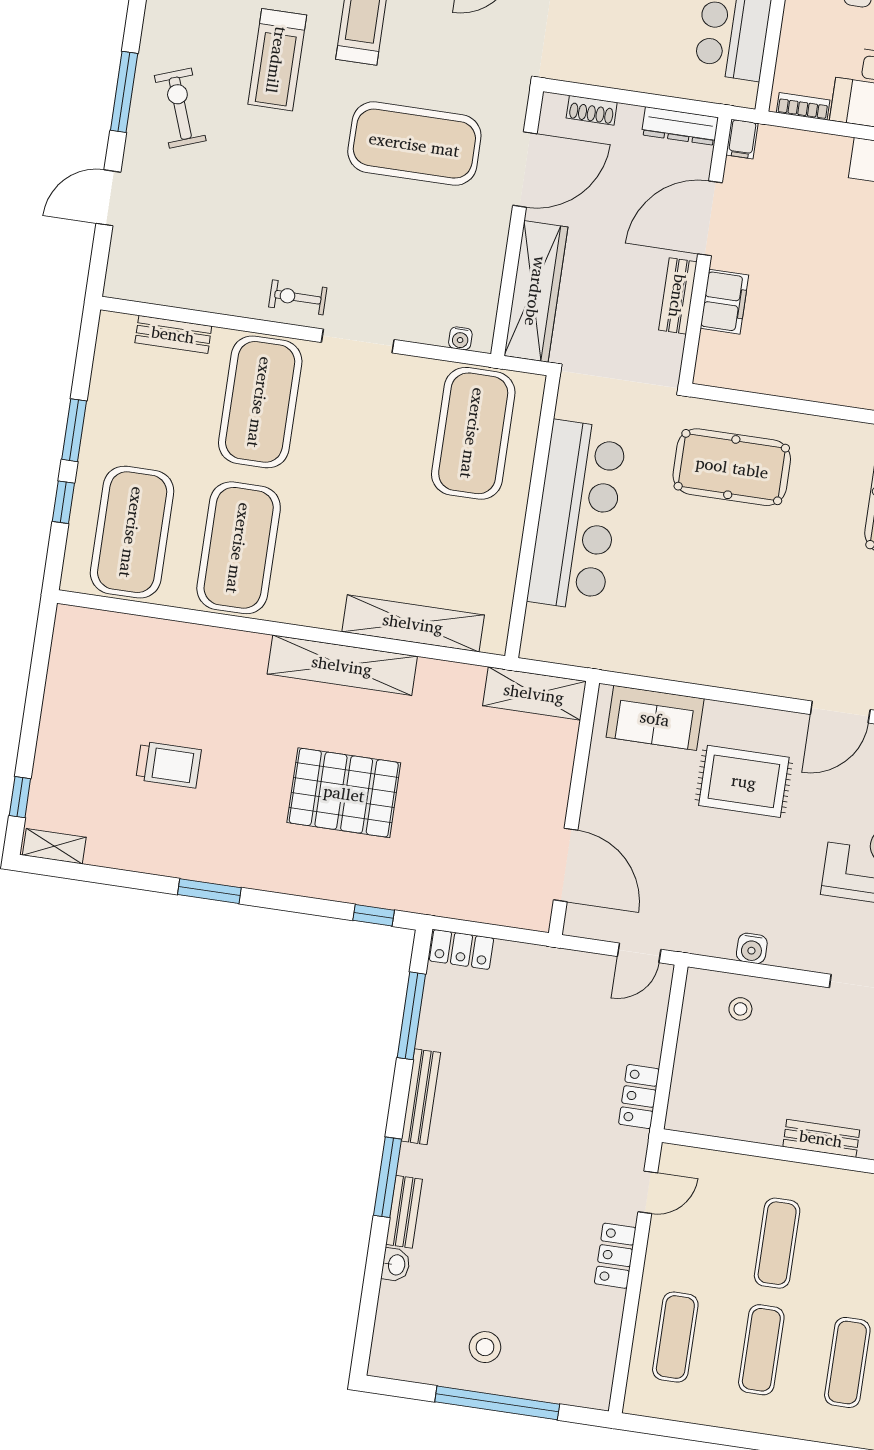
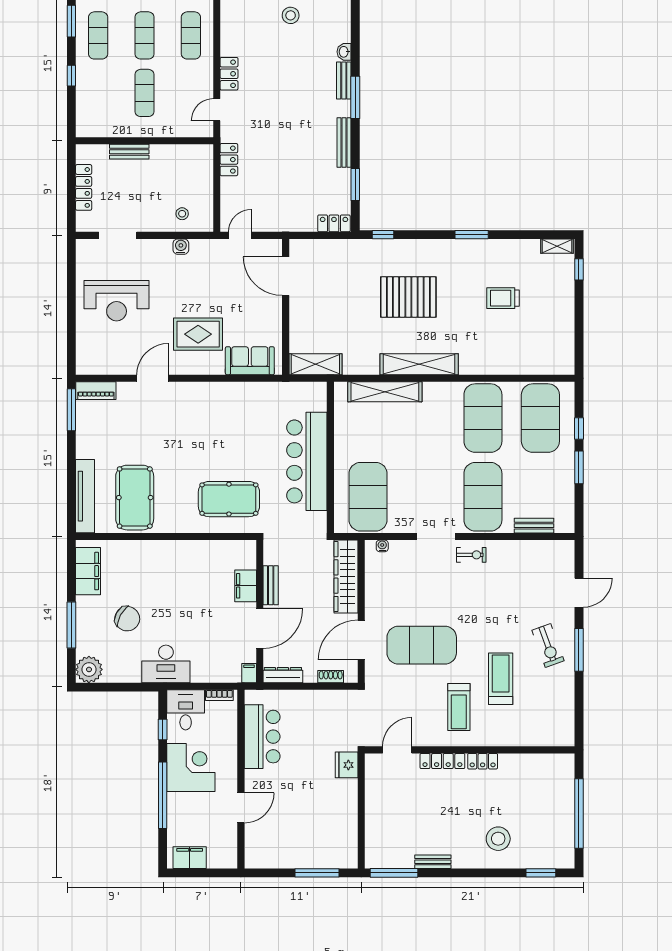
window: (411, 1016) -> (355, 184), width x0.69

